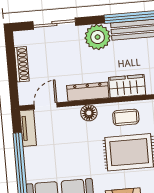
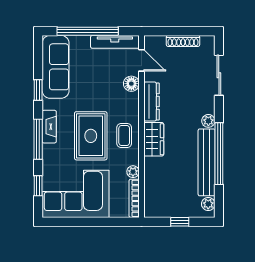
plant: (98, 37) -> (208, 121), width x0.53, depth x0.53
floor lamp: (89, 113) -> (131, 84), moved
tv unit: (28, 128) -> (115, 42), width x1.41

